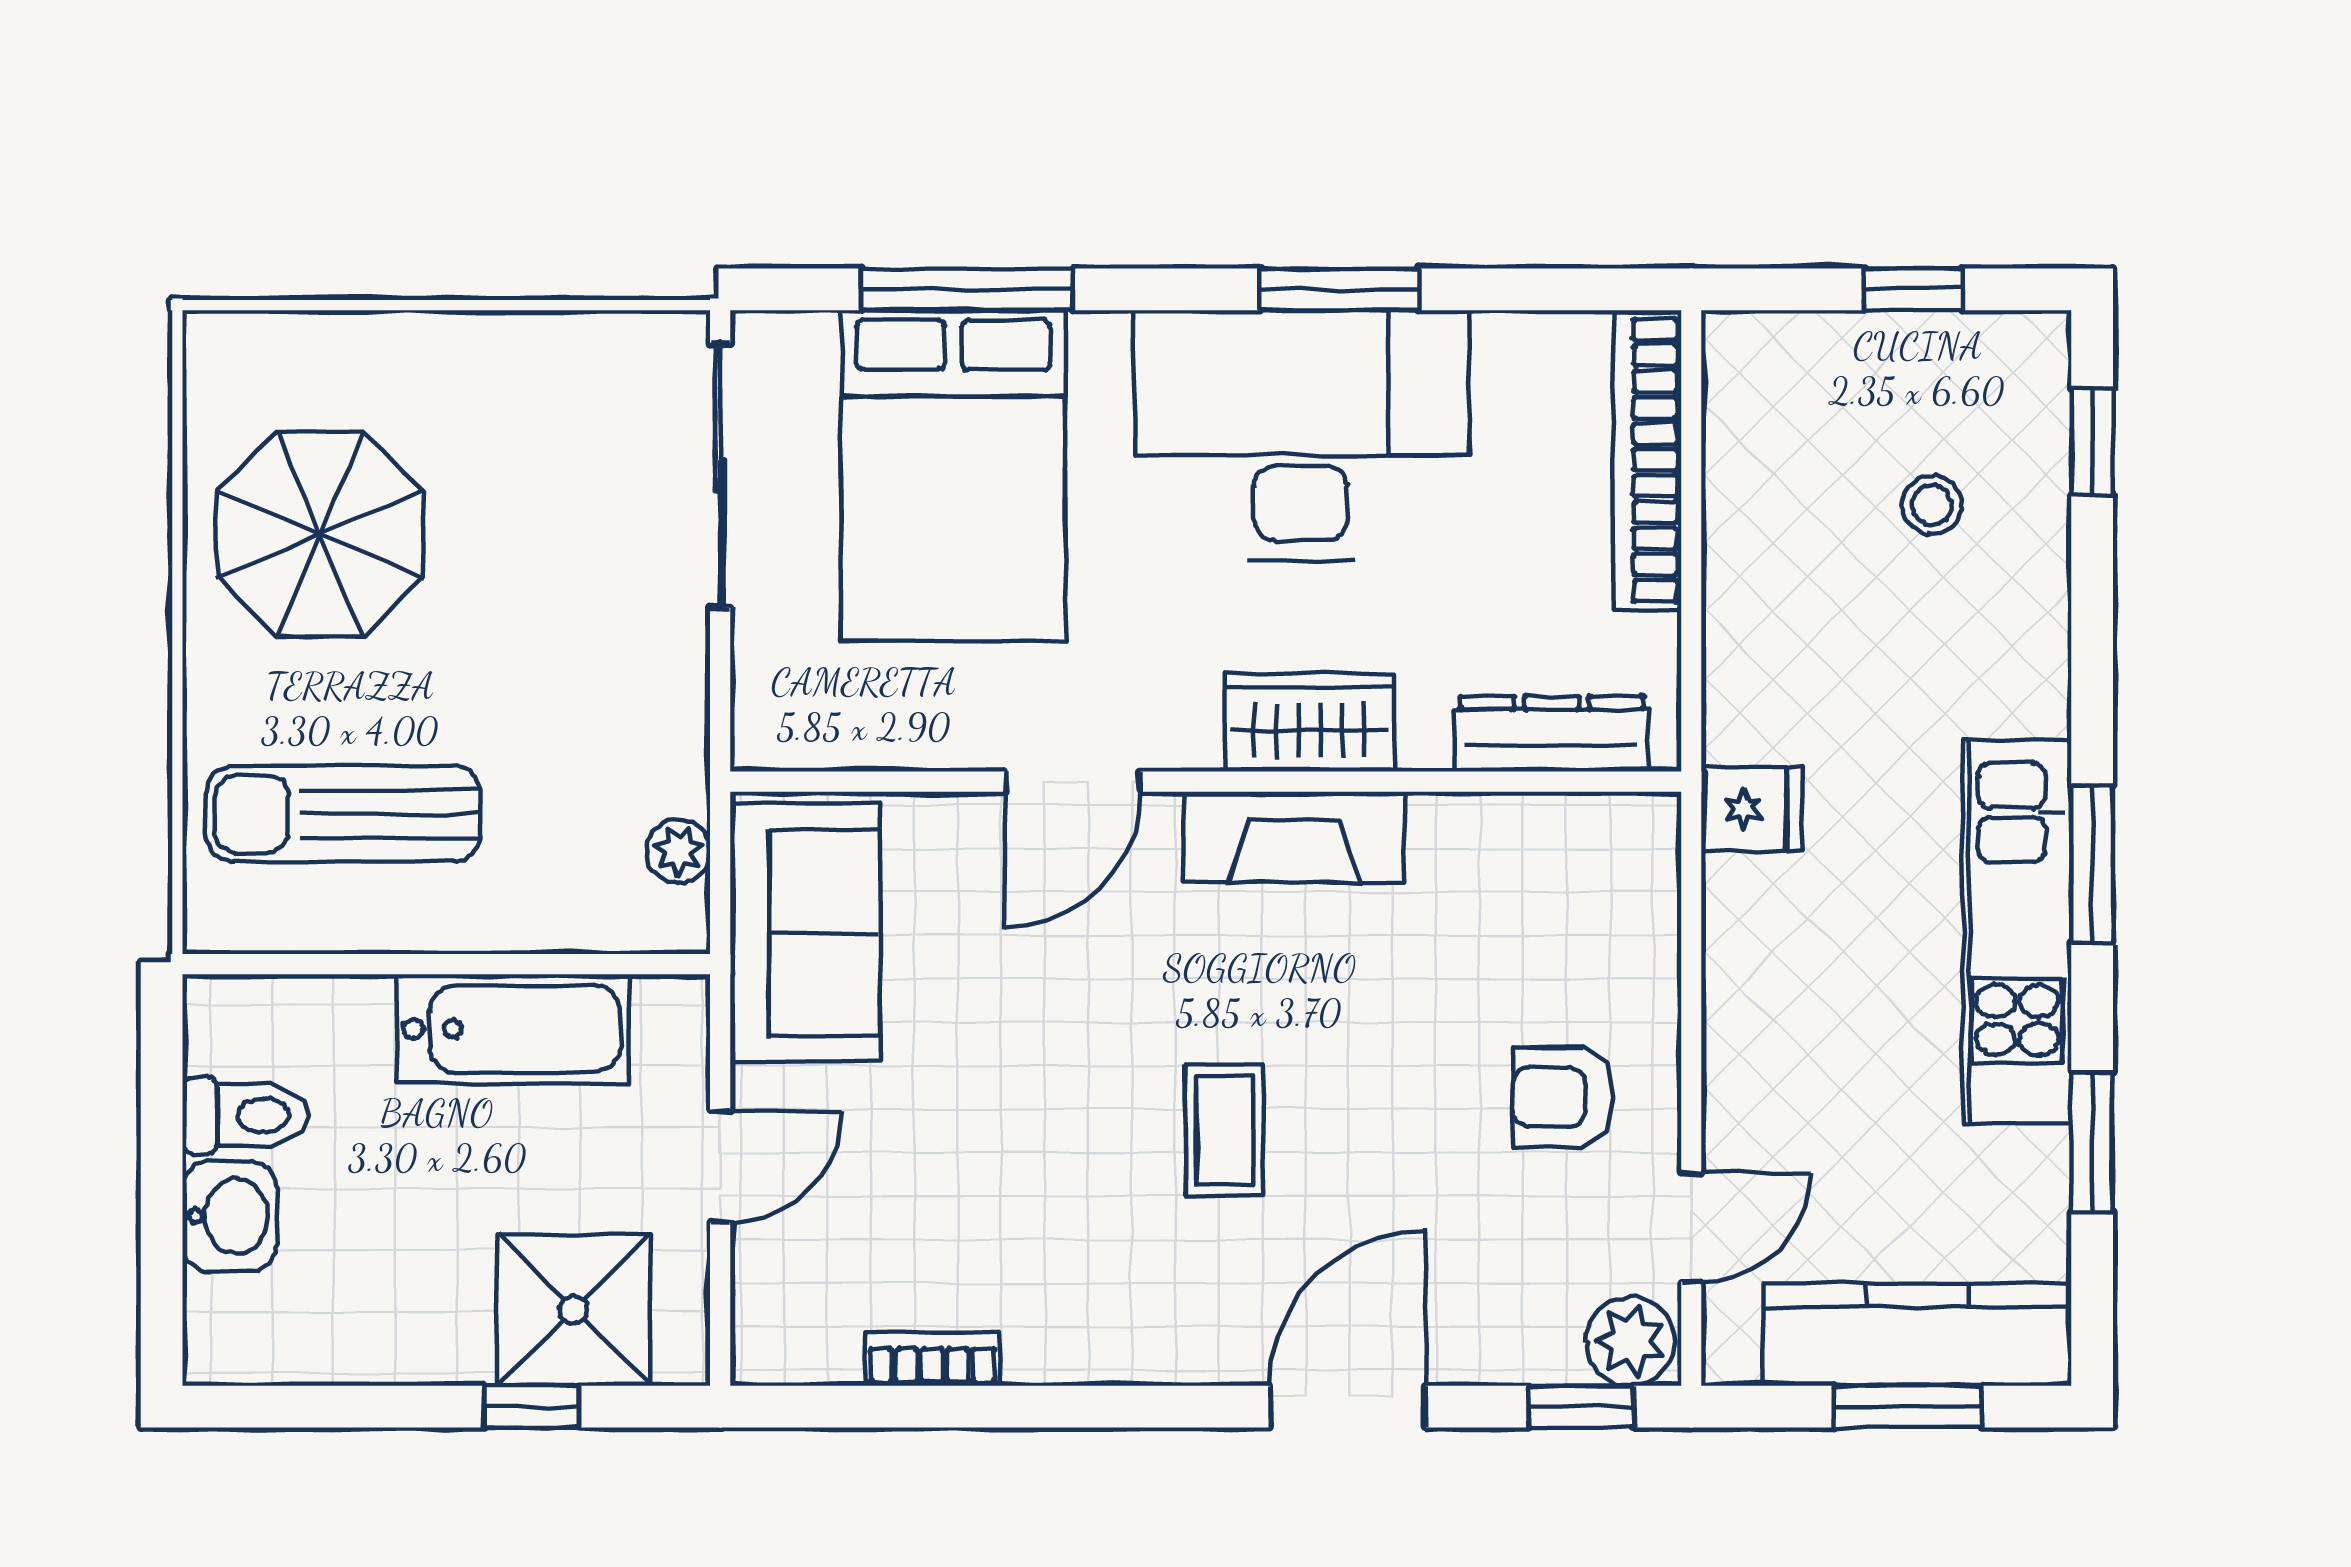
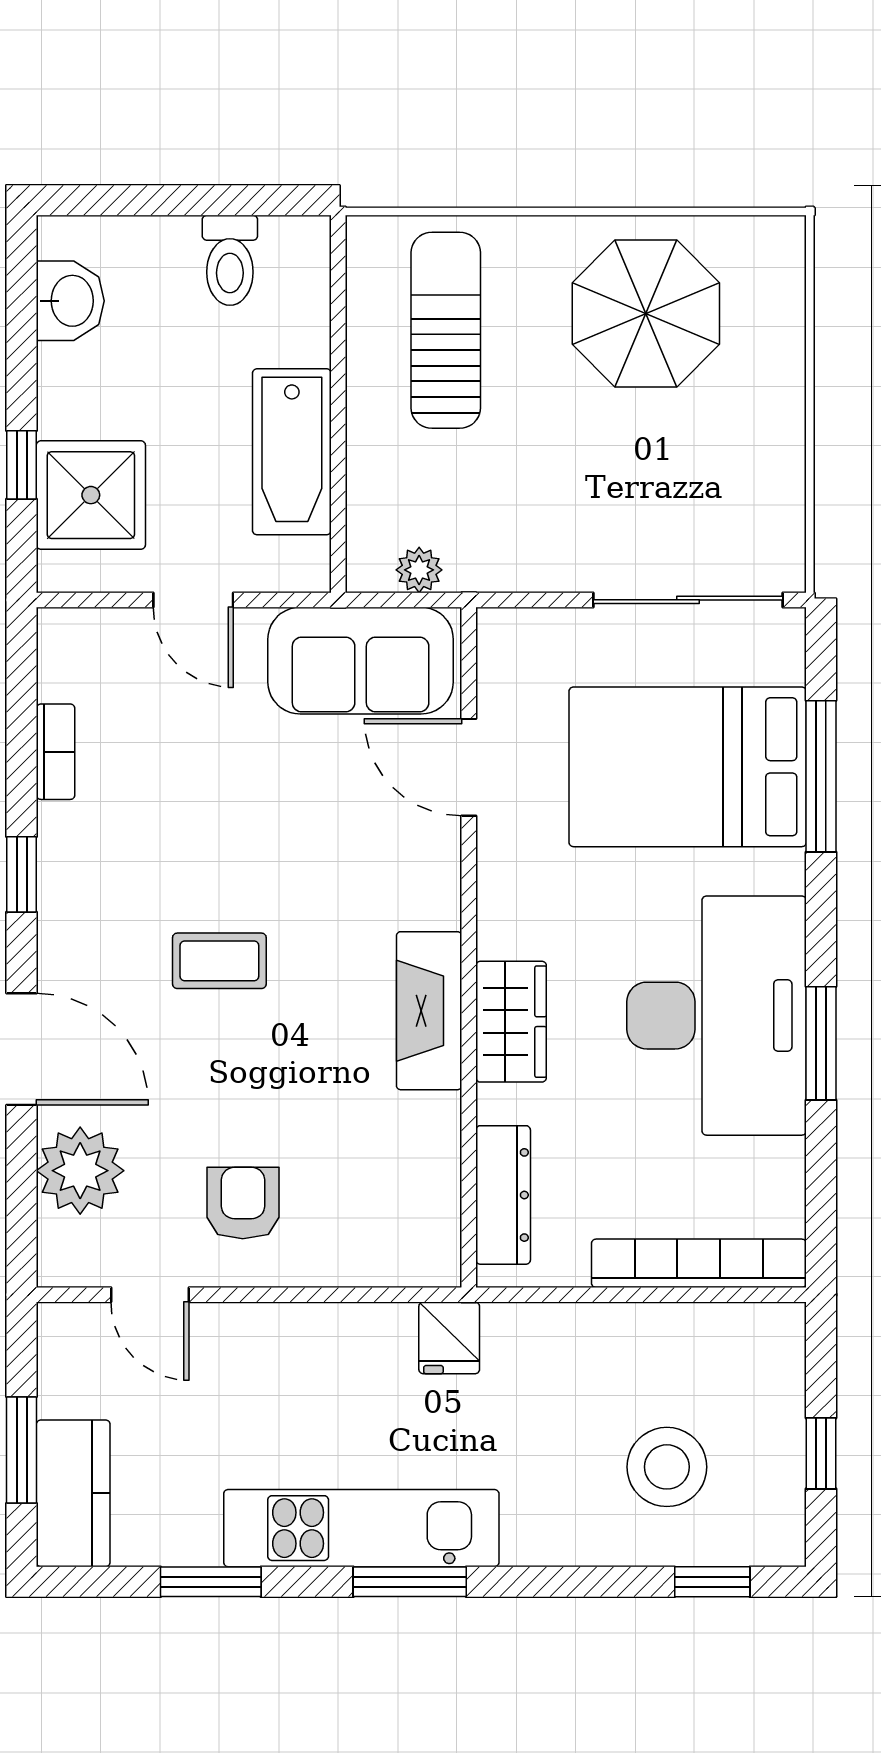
stool: (1932, 505) -> (667, 1467), width x1.89, depth x1.89
door: (1073, 782) -> (469, 767), moved
washbasin: (230, 1216) -> (70, 301), moved, turned -90
kitchen counter: (1917, 1334) -> (73, 1493), width x0.67
plant: (1630, 1341) -> (80, 1171), moved, width x1.36, depth x1.36
window: (1581, 1407) -> (22, 874), moved

